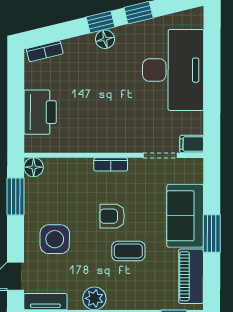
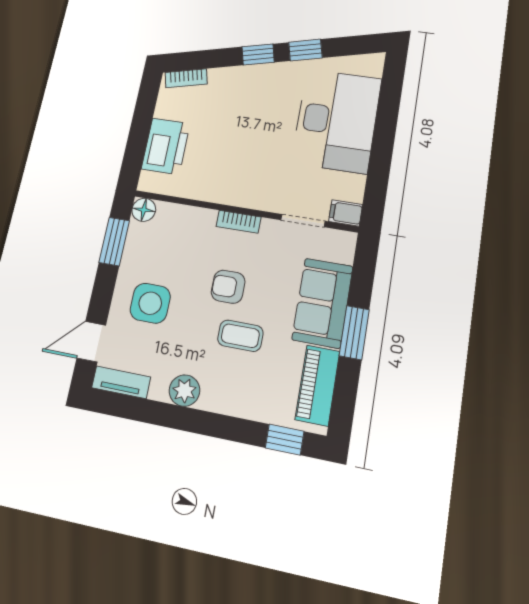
floor lamp: (105, 39) -> (260, 74), removed

